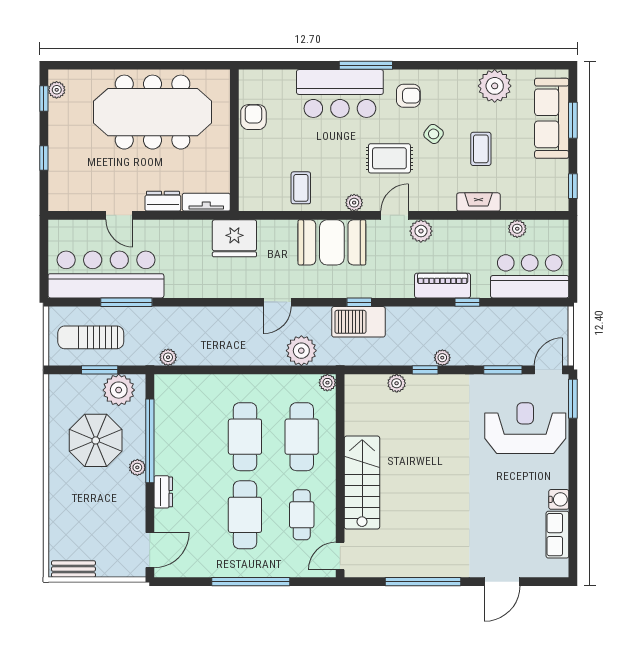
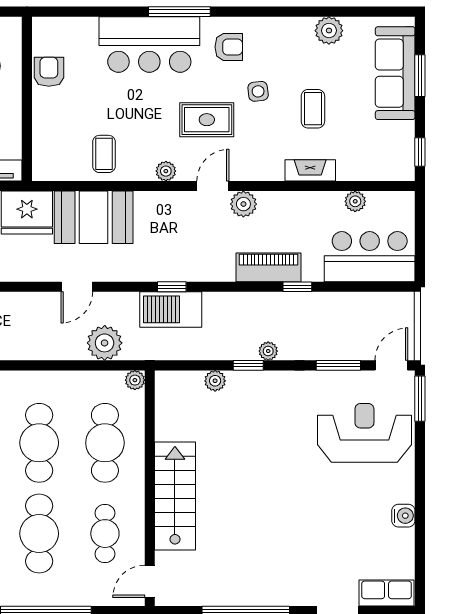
plant: (495, 86) -> (329, 31), width x0.73, depth x0.73
side table: (434, 134) -> (258, 91), turned 45
booth: (332, 242) -> (94, 217), moved
row of seats: (557, 535) -> (387, 593), moved, turned 90

